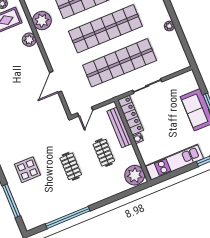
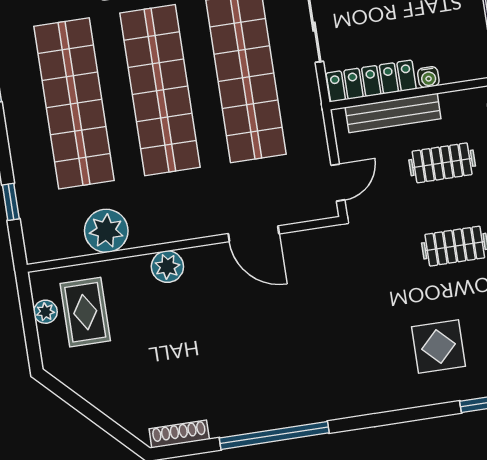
plant: (29, 40) -> (167, 267), moved
door: (85, 112) -> (338, 183), hinge flipped

